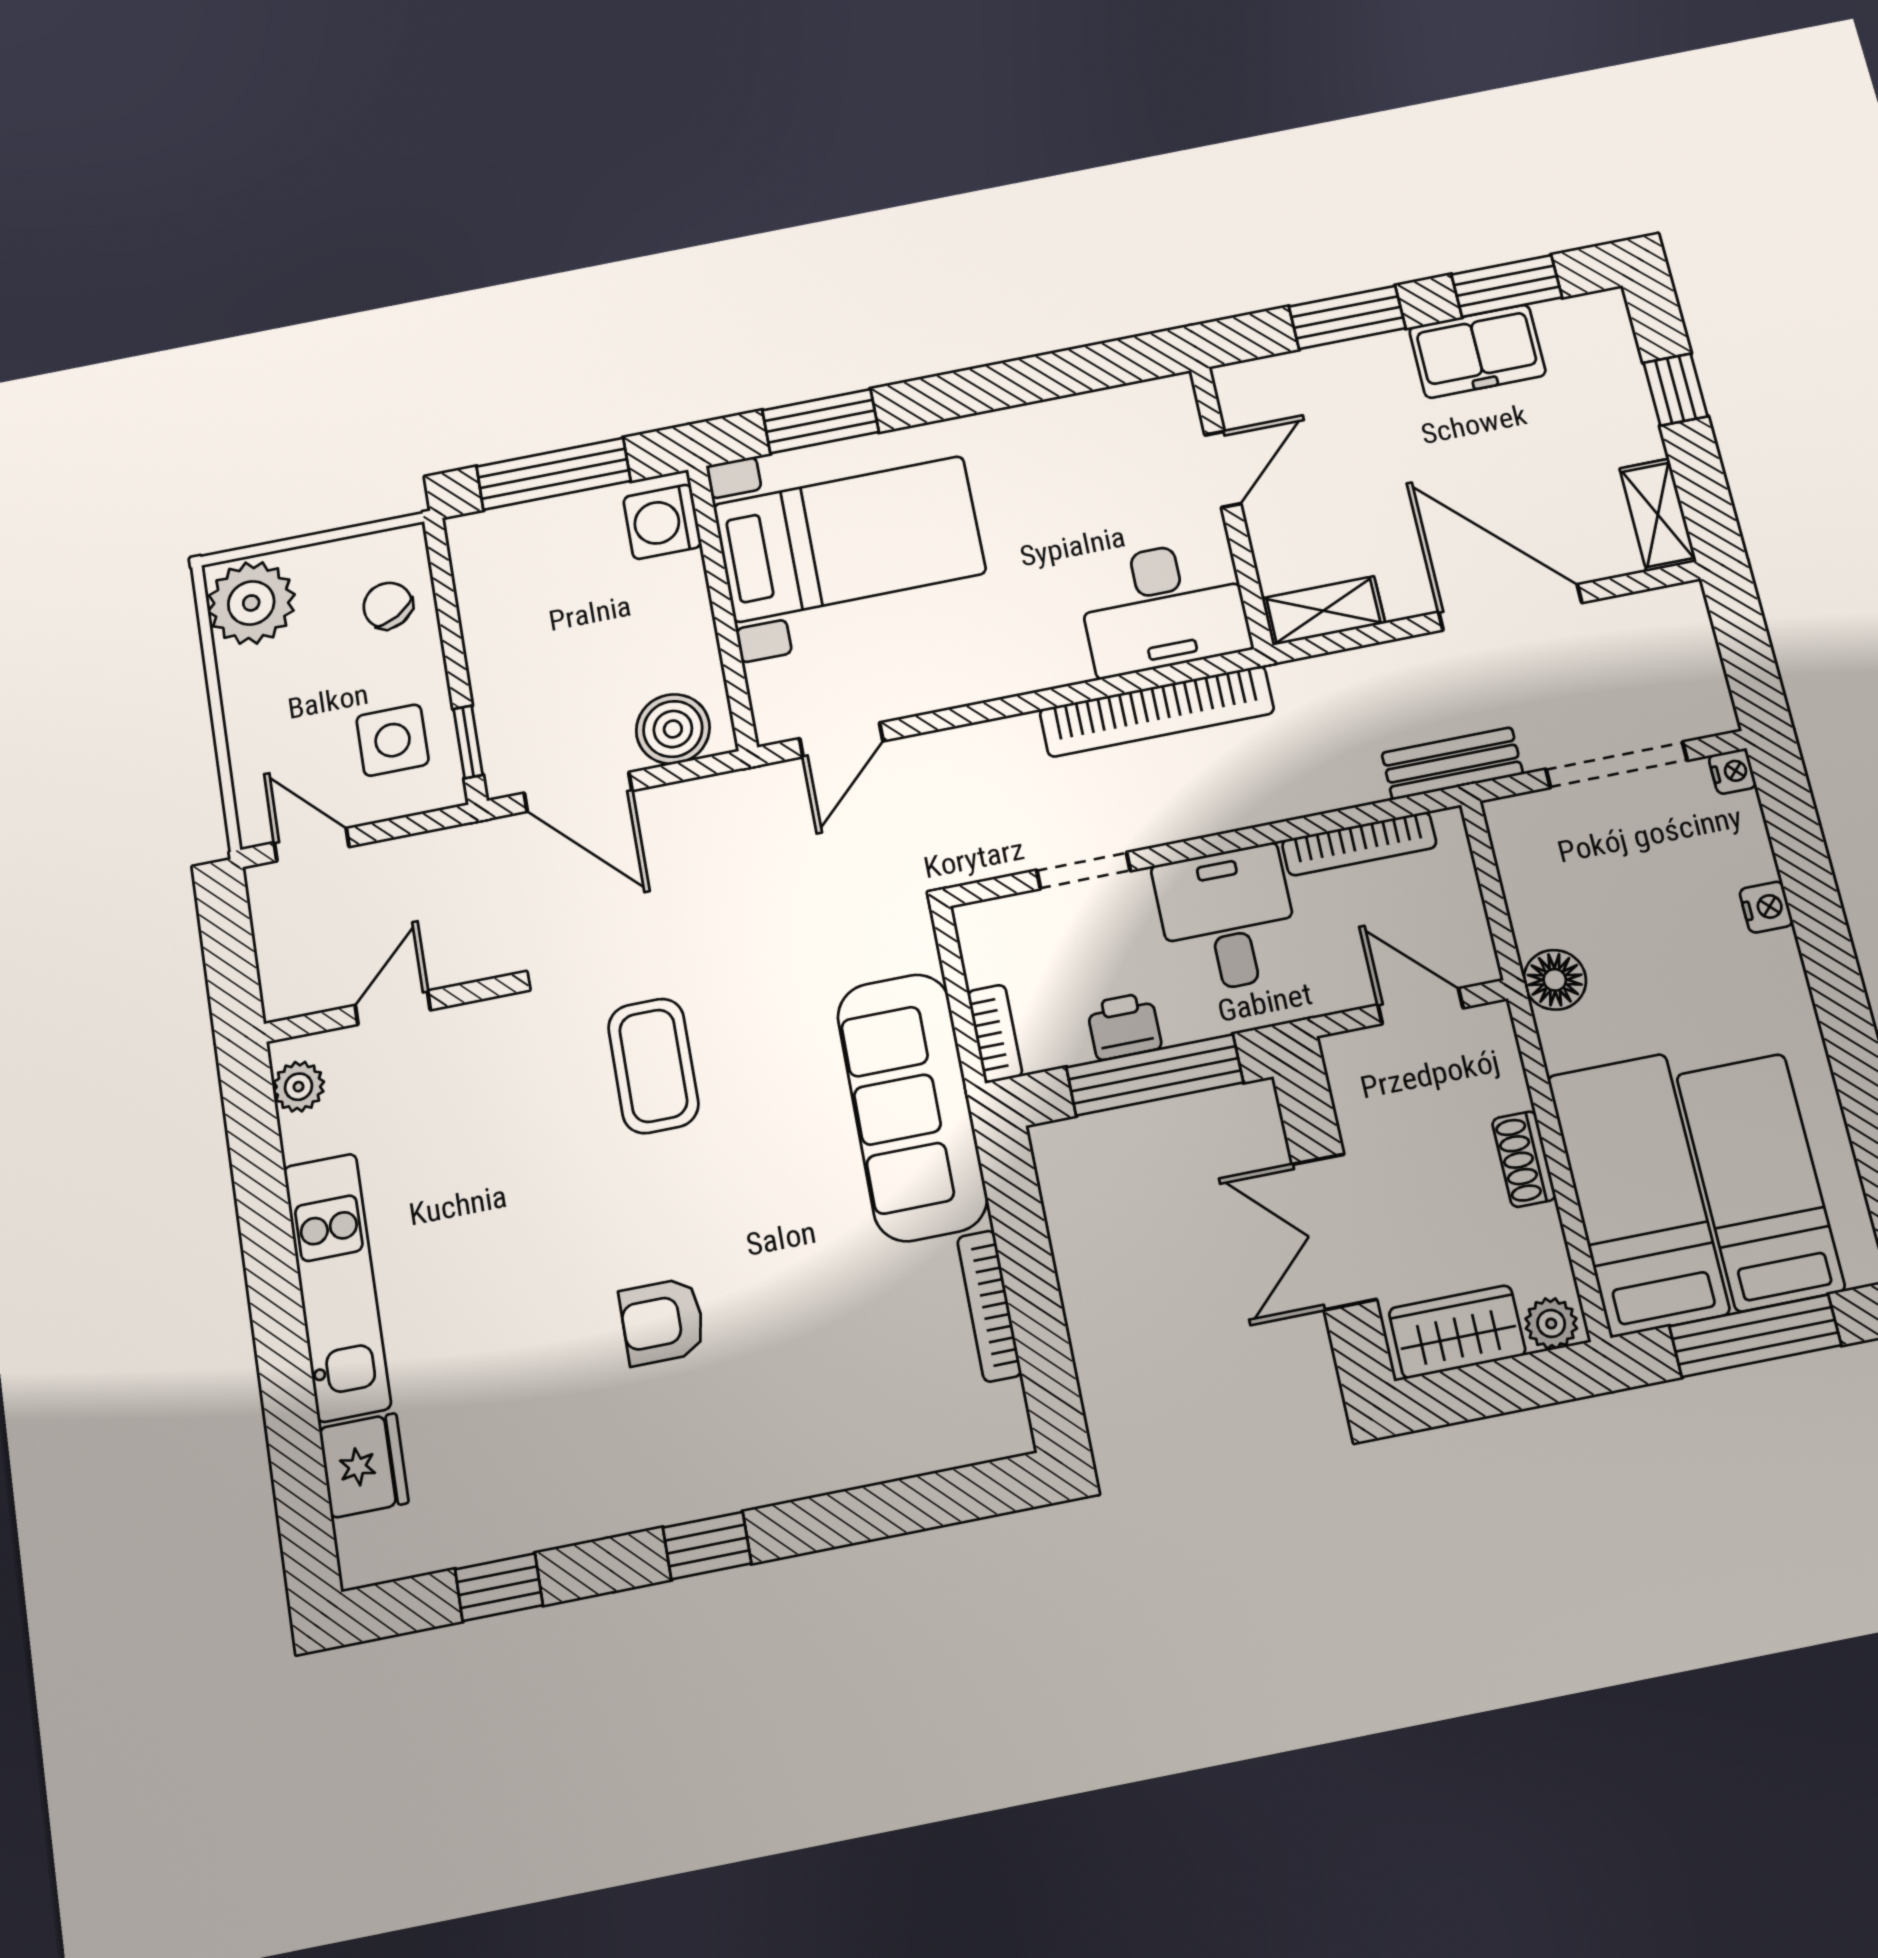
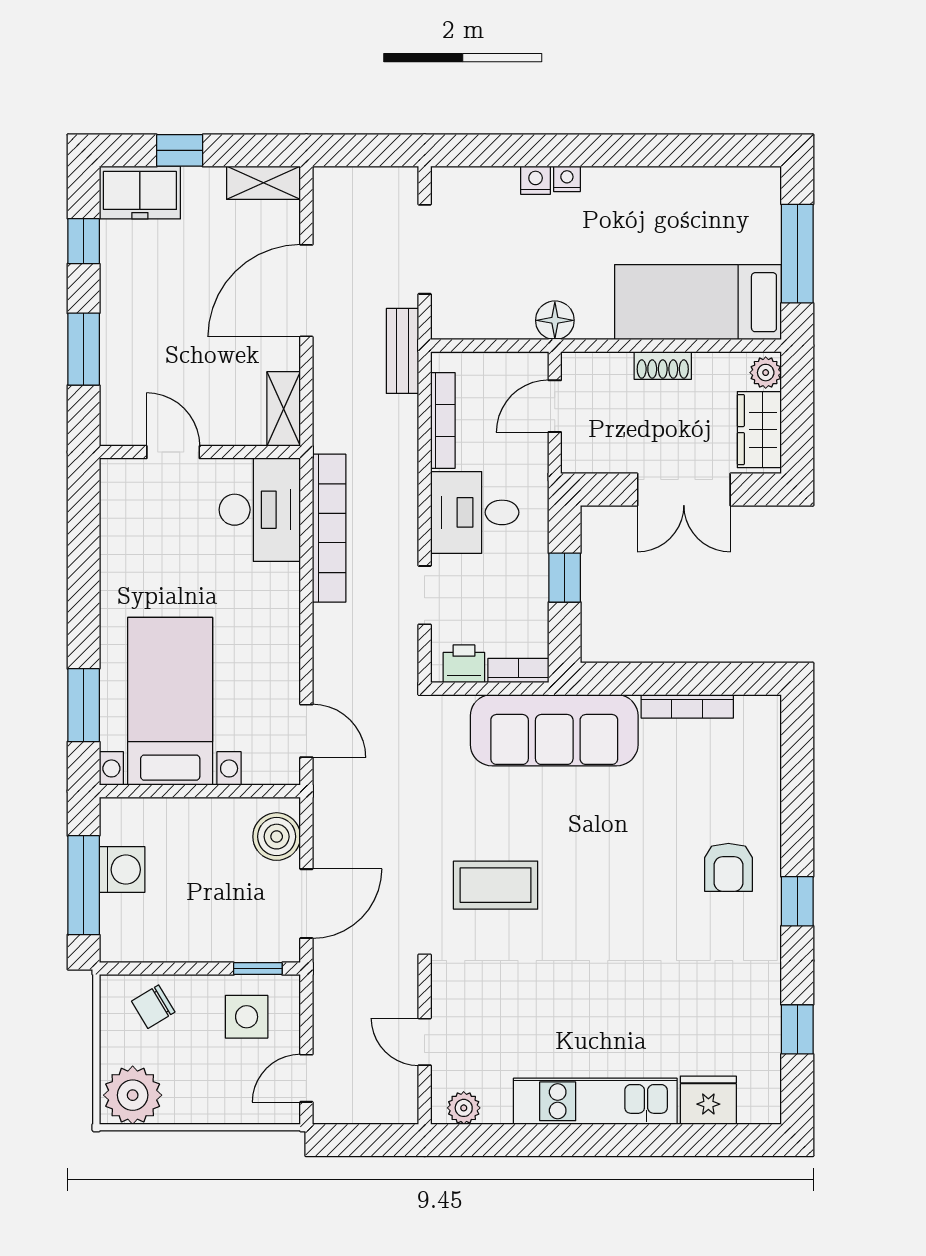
window: (1507, 286) -> (84, 241), width x0.67
freezer: (1477, 351) -> (140, 193), moved, turned 90
washing machine: (662, 522) -> (122, 870), moved, turned -90
nightstand: (1732, 771) -> (567, 179), moved
printer: (1124, 1026) -> (464, 664), moved, turned 90
window: (1155, 1075) -> (565, 578), width x0.46
bed: (1760, 1182) -> (705, 227), removed
armchair: (662, 1322) -> (728, 867), moved

